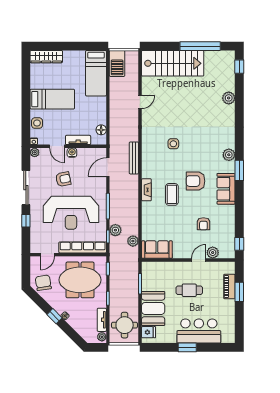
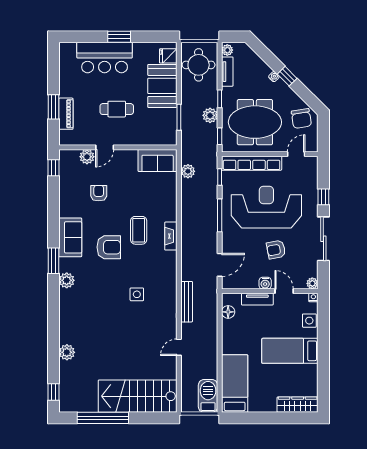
bench: (134, 158) -> (187, 302), moved
plant: (115, 230) -> (210, 115), moved

